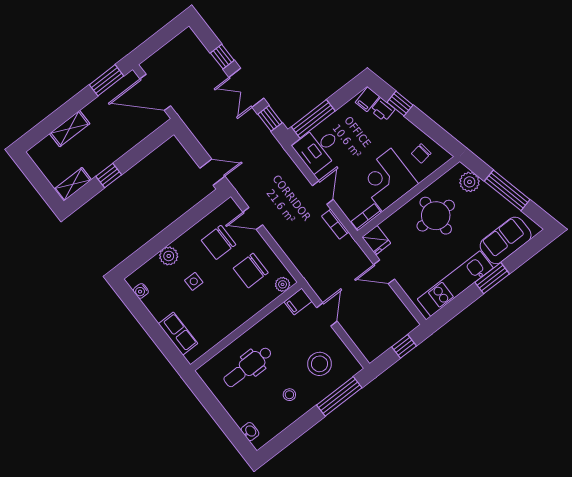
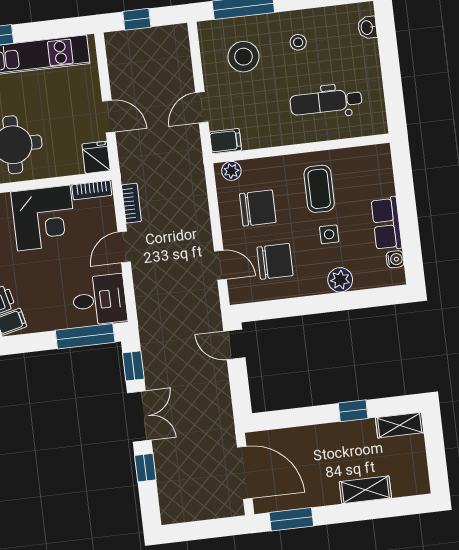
coffee table: (218, 307) -> (319, 189), added
row of seats: (178, 334) -> (387, 224), moved
dental chair: (248, 367) -> (326, 102), turned 180

